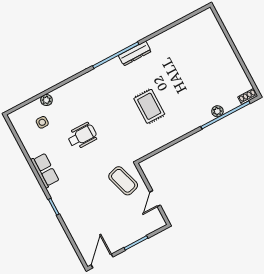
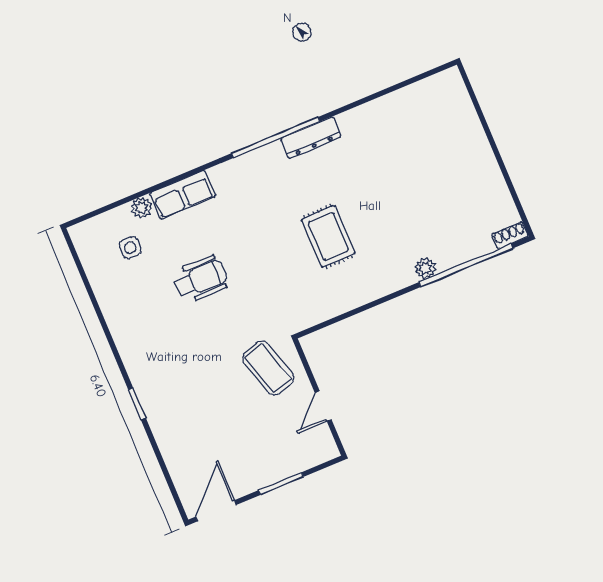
plant: (217, 111) -> (425, 268), moved
row of seats: (45, 170) -> (183, 195), moved, turned 90

